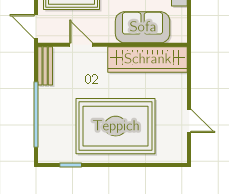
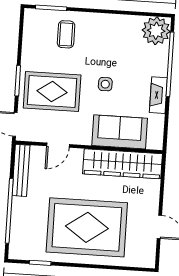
door: (81, 45) -> (58, 145), swing flipped
bench: (45, 66) -> (21, 170), width x1.36

